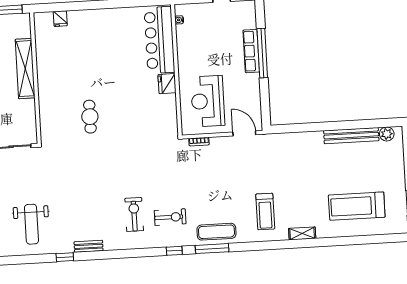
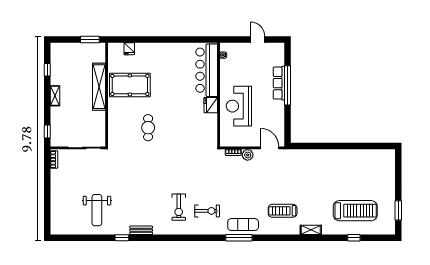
pool table: (64, 64) -> (130, 85), added
reception desk: (208, 101) -> (239, 106), moved
plant: (387, 134) -> (248, 155), moved
bench: (351, 136) -> (354, 155), removed
treadmill: (357, 206) -> (355, 211), turned 180
treadmill: (265, 212) -> (283, 211), turned 90
exercise bike: (134, 214) -> (179, 207), turned 180
window: (174, 251) -> (354, 238), moved

